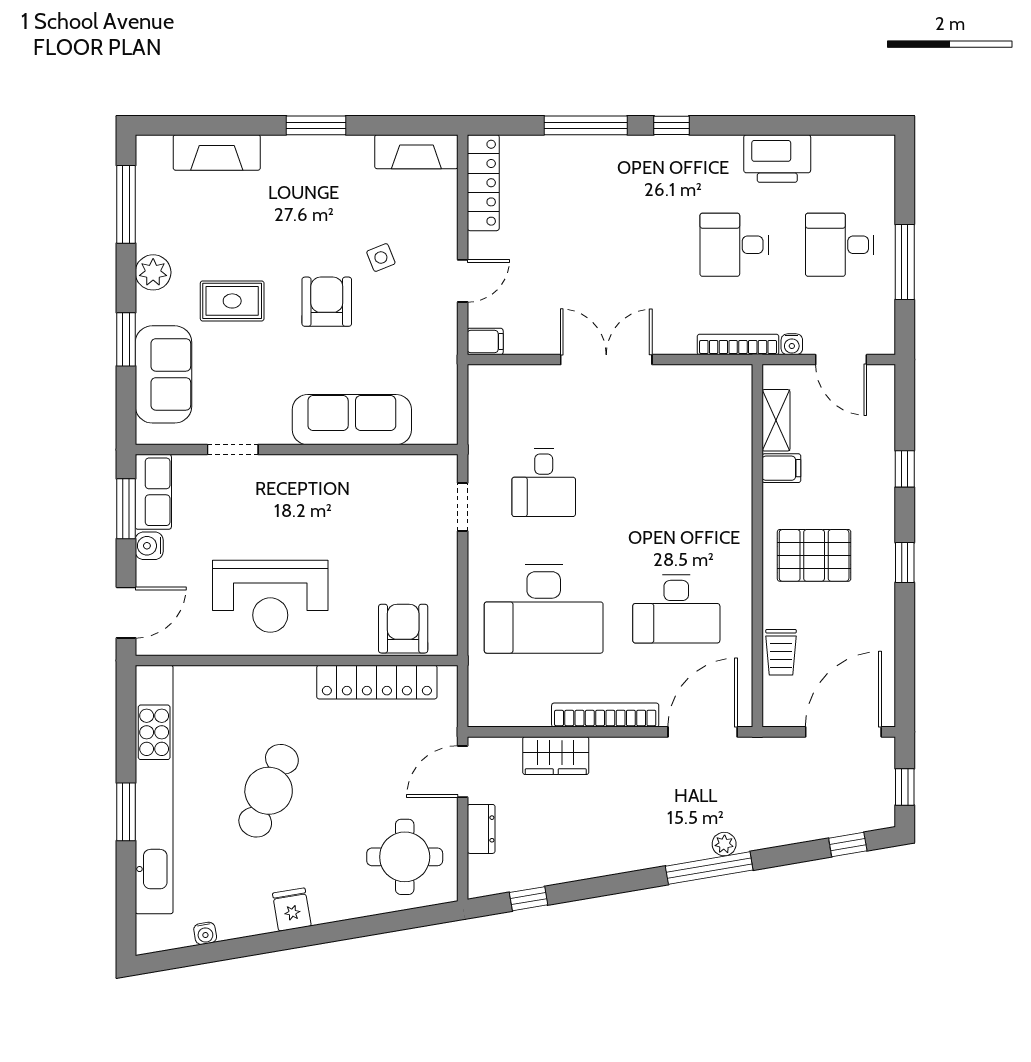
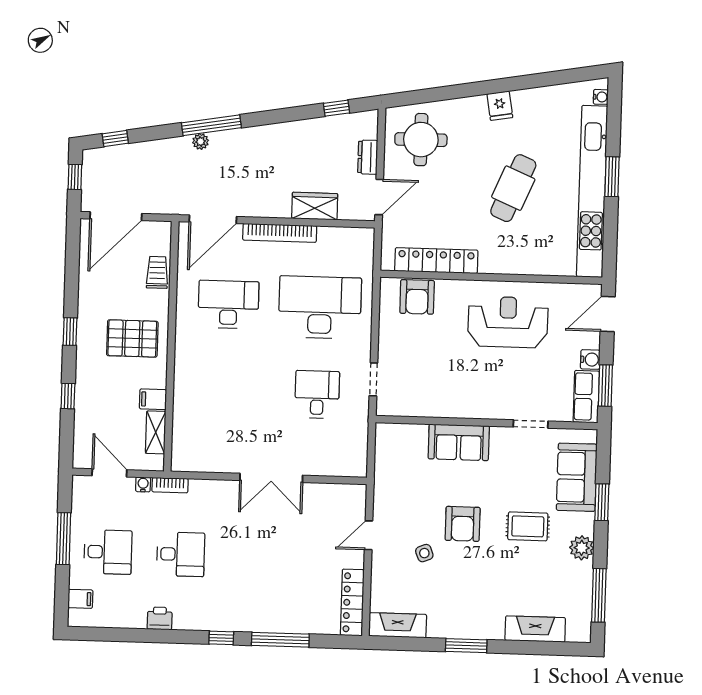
printer: (777, 159) -> (160, 618), width x0.53, depth x0.68
filing cabinet: (485, 342) -> (80, 599), moved, turned 180
bookcase: (738, 344) -> (170, 485), width x0.64
sofa: (352, 420) -> (459, 442), width x0.73
water cooler: (205, 933) -> (601, 97), moved, turned 100

